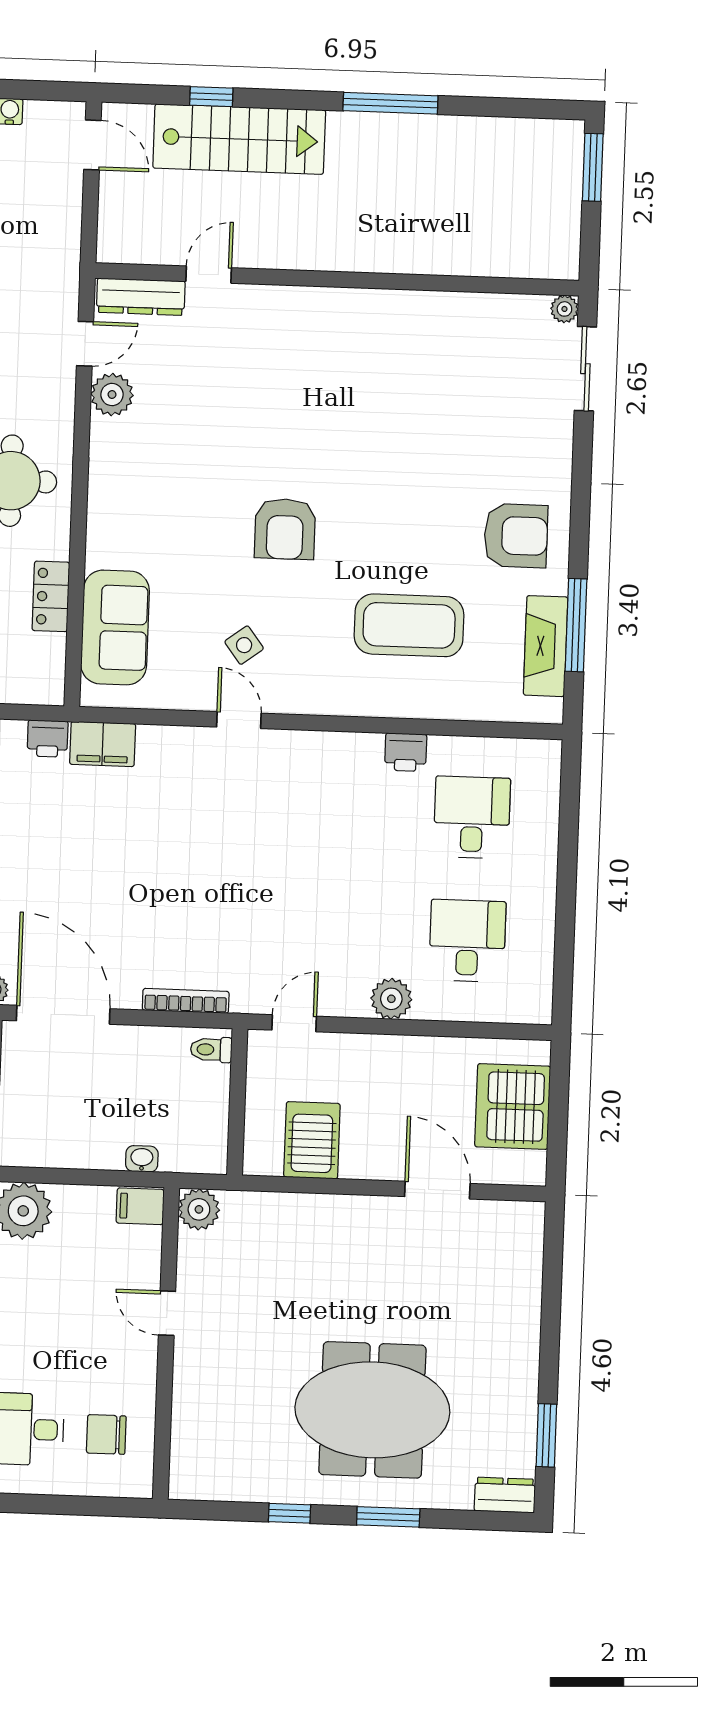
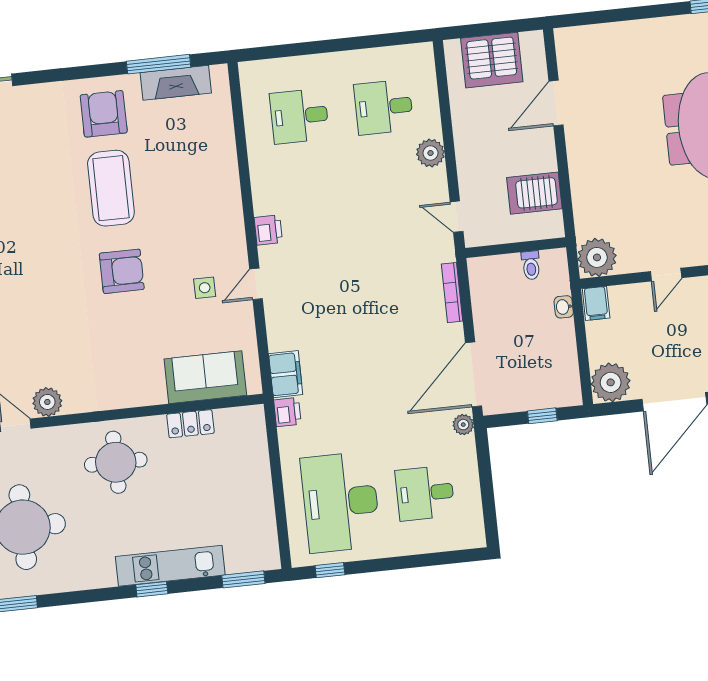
coffee table: (409, 625) -> (111, 188), moved
side table: (244, 645) -> (205, 288), turned 37
printer: (406, 752) -> (268, 230), moved
toilet: (211, 1050) -> (531, 265), moved
plant: (199, 1209) -> (597, 257), width x1.36, depth x1.36

